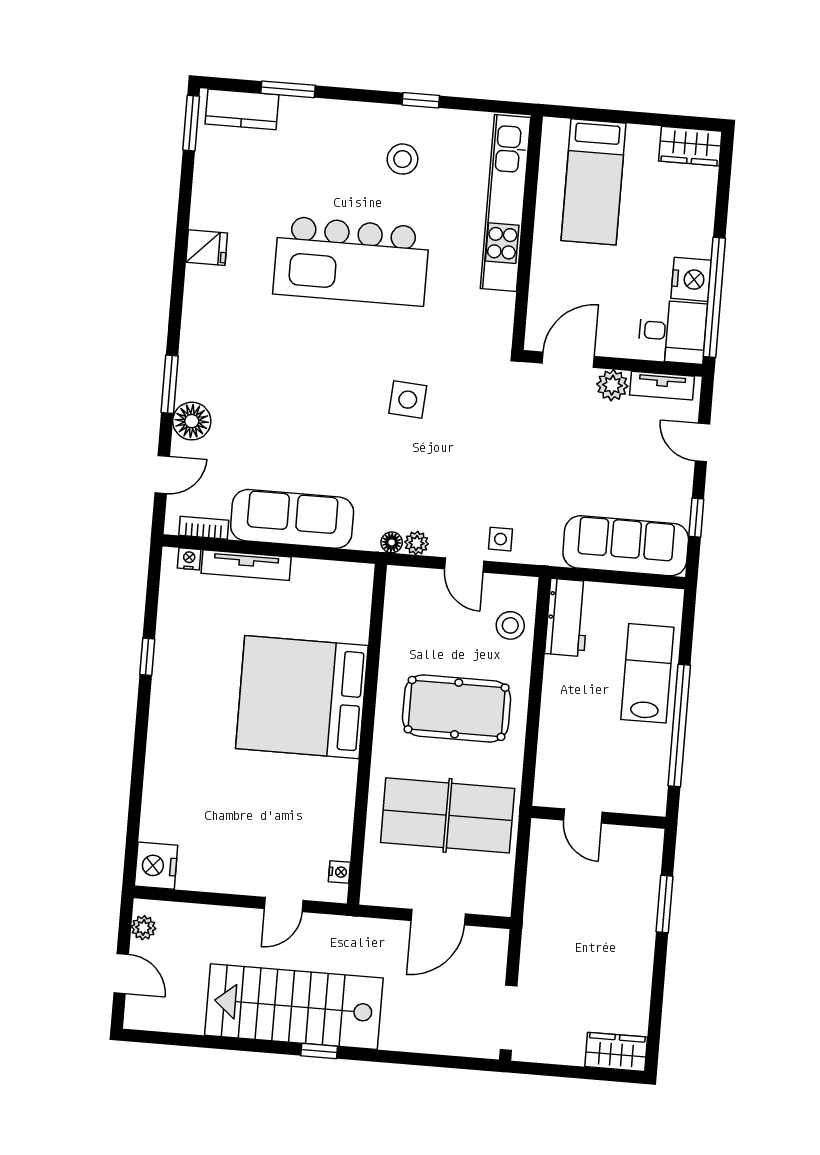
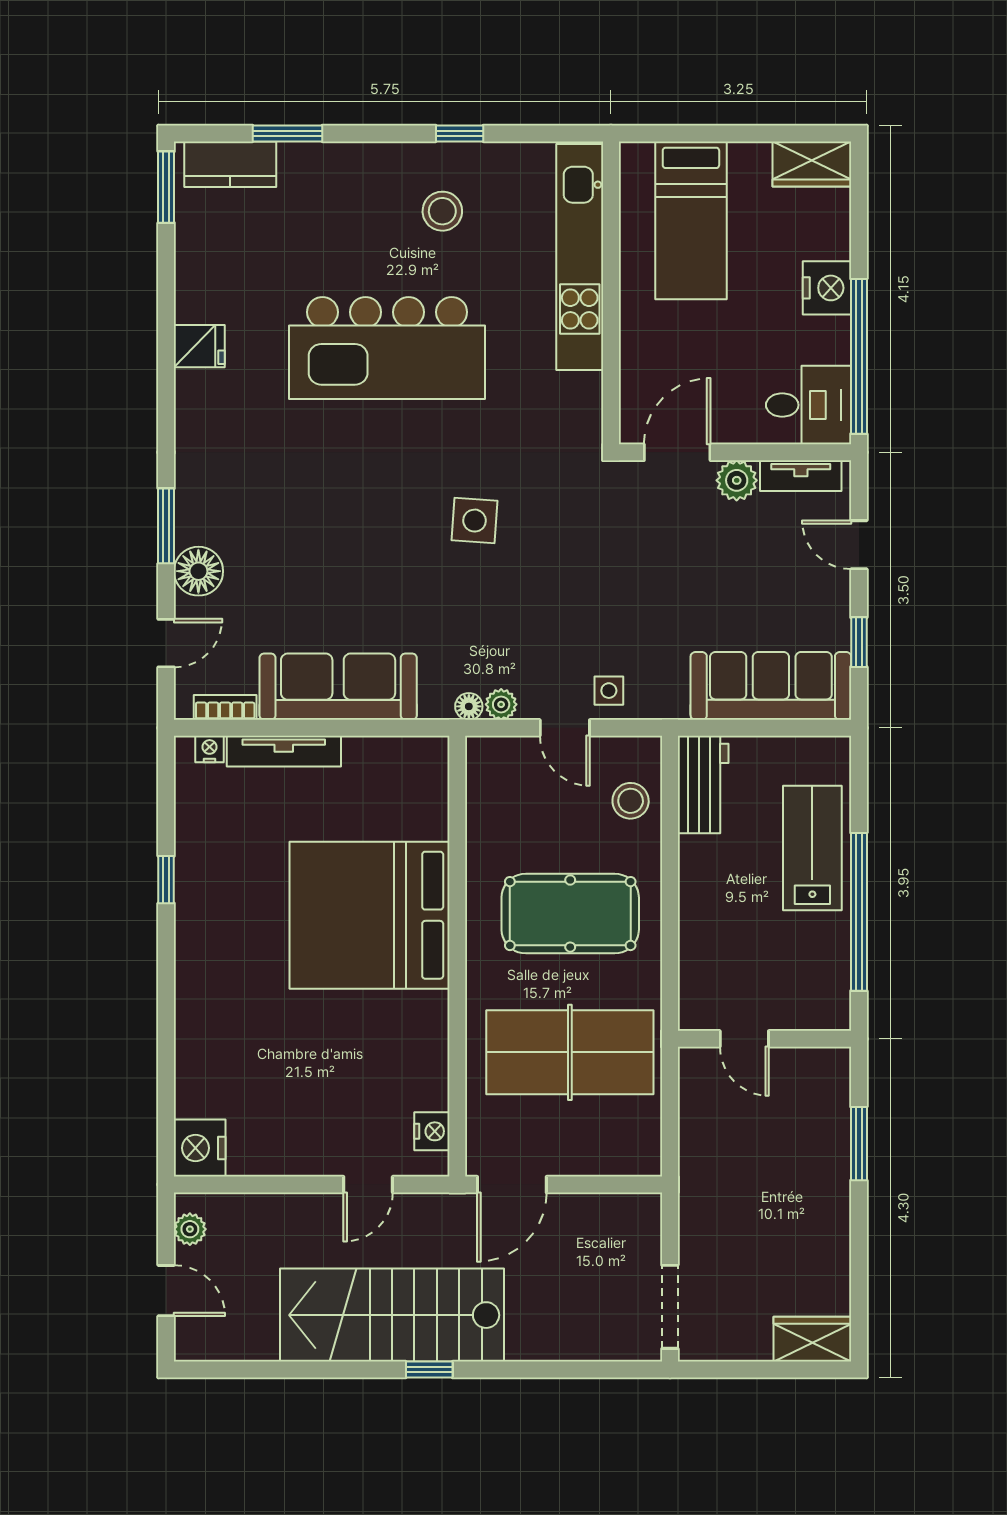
nightstand: (691, 279) -> (827, 288), moved
nightstand: (339, 872) -> (432, 1131), width x1.39, depth x1.35
door: (438, 917) -> (512, 1185), moved

